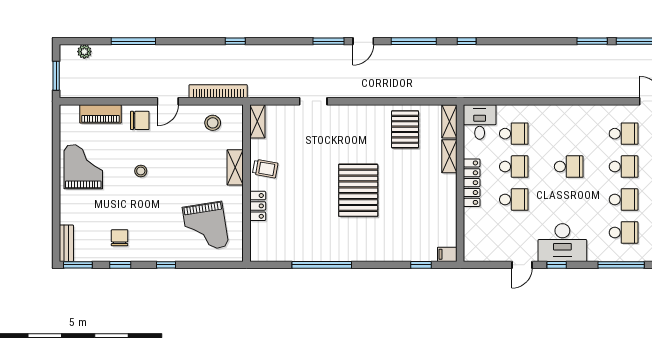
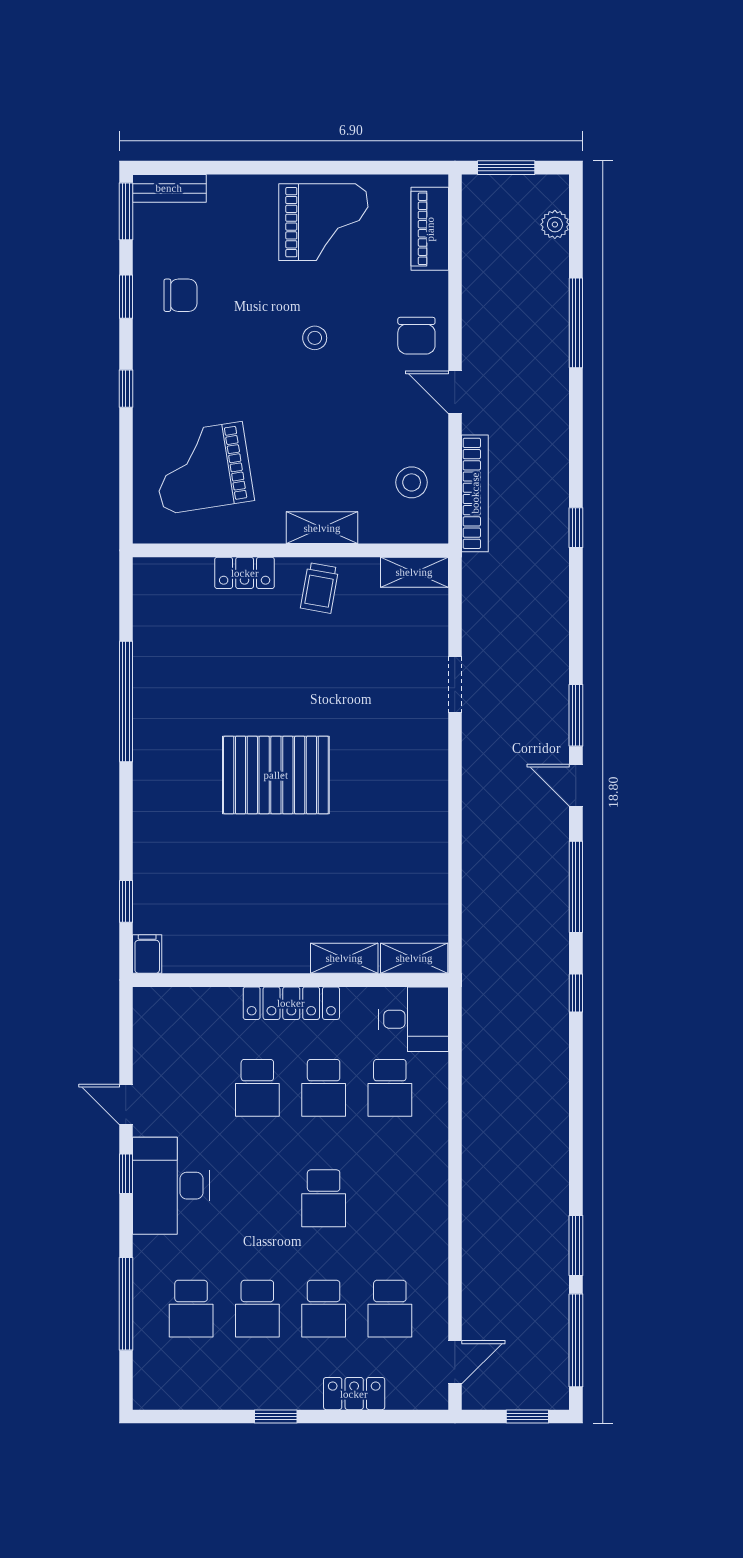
piano: (101, 114) -> (430, 229), moved
pallet: (405, 129) -> (399, 869), removed

